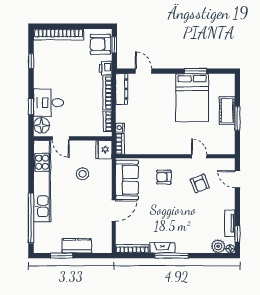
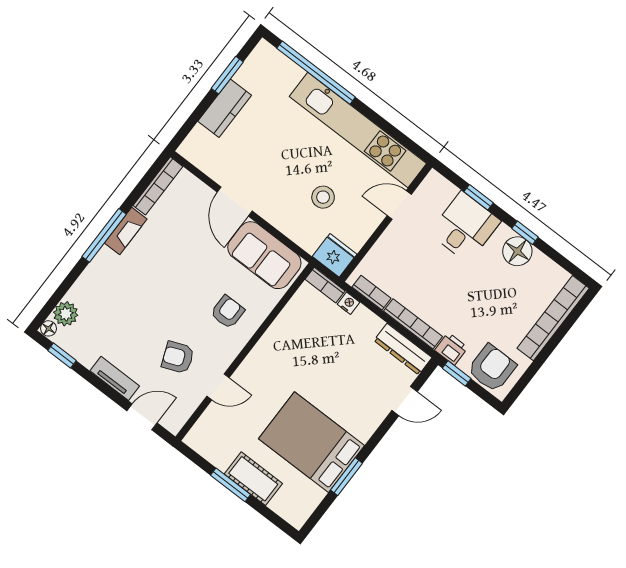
window: (114, 45) -> (457, 373), moved
window: (31, 61) -> (525, 233), moved
floor lamp: (42, 125) -> (517, 251), moved
tv unit: (230, 223) -> (115, 378), moved

